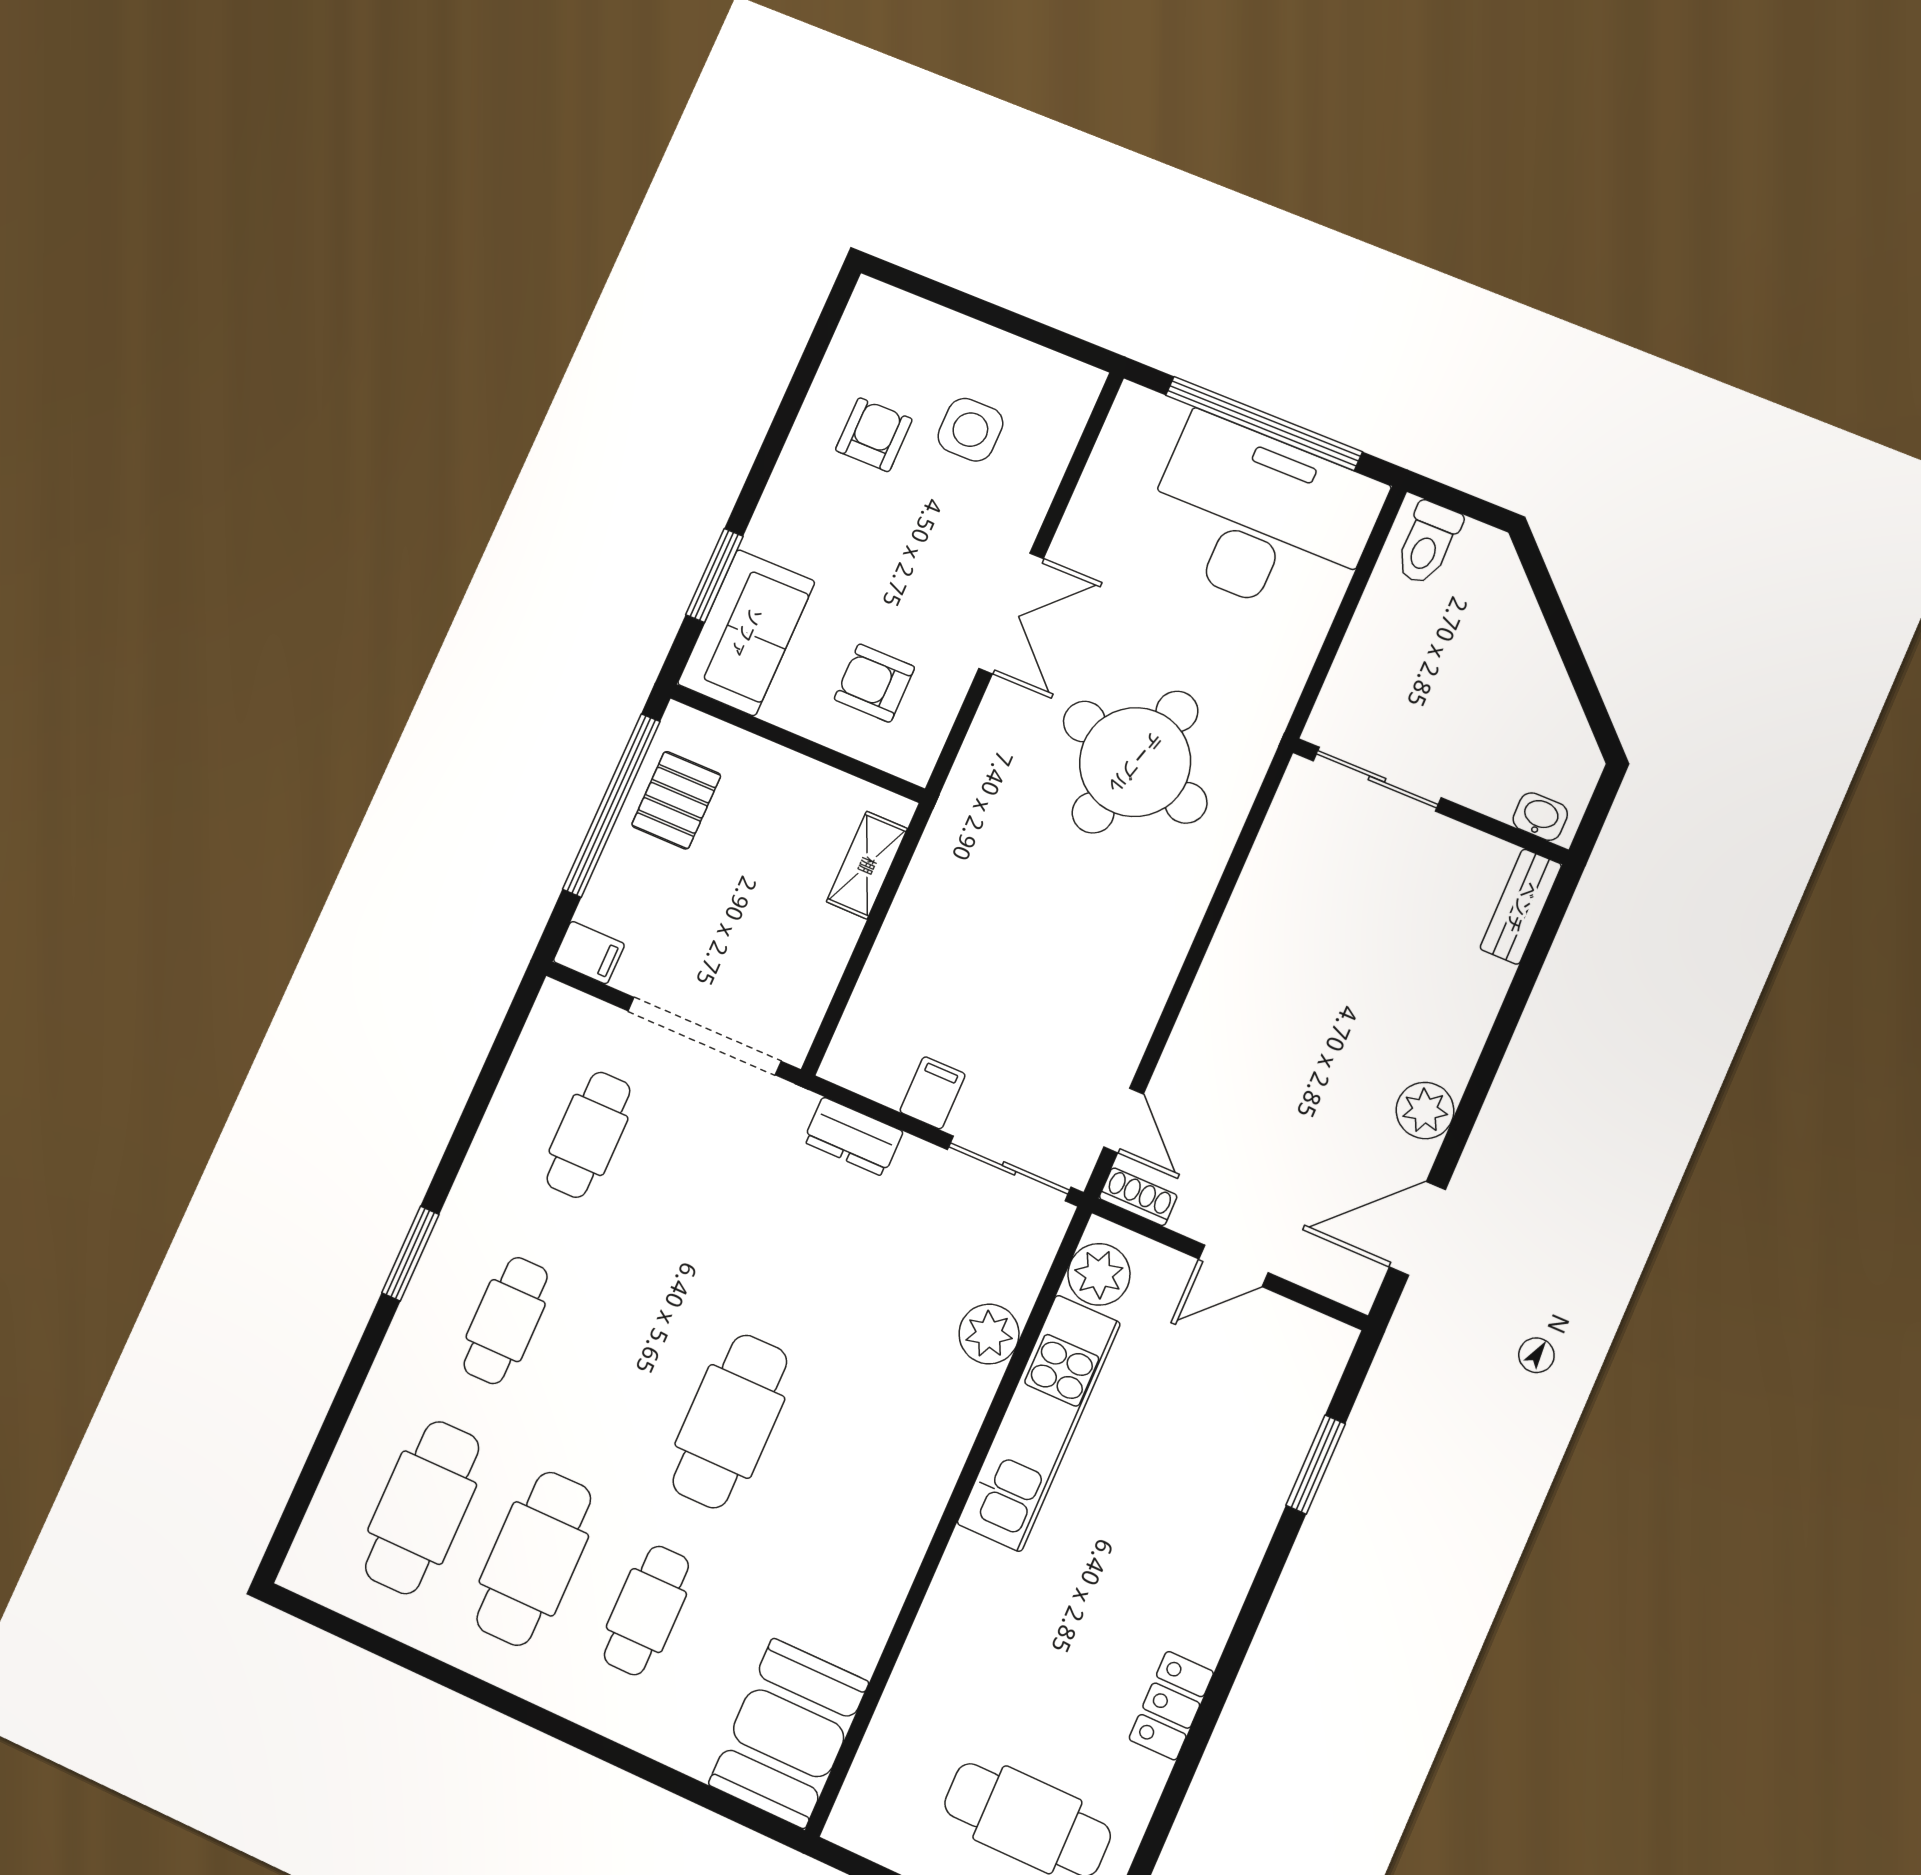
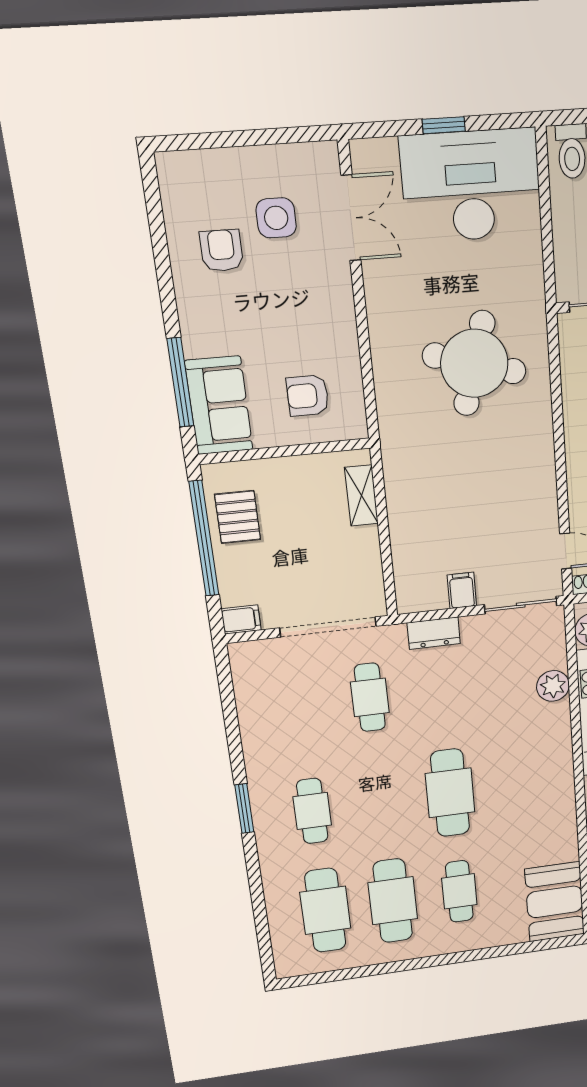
window: (1264, 423) -> (444, 125), width x0.32
window: (714, 575) -> (180, 383), width x1.44
double door: (1011, 613) -> (351, 218), moved
cafe table: (588, 1135) -> (370, 697), moved

